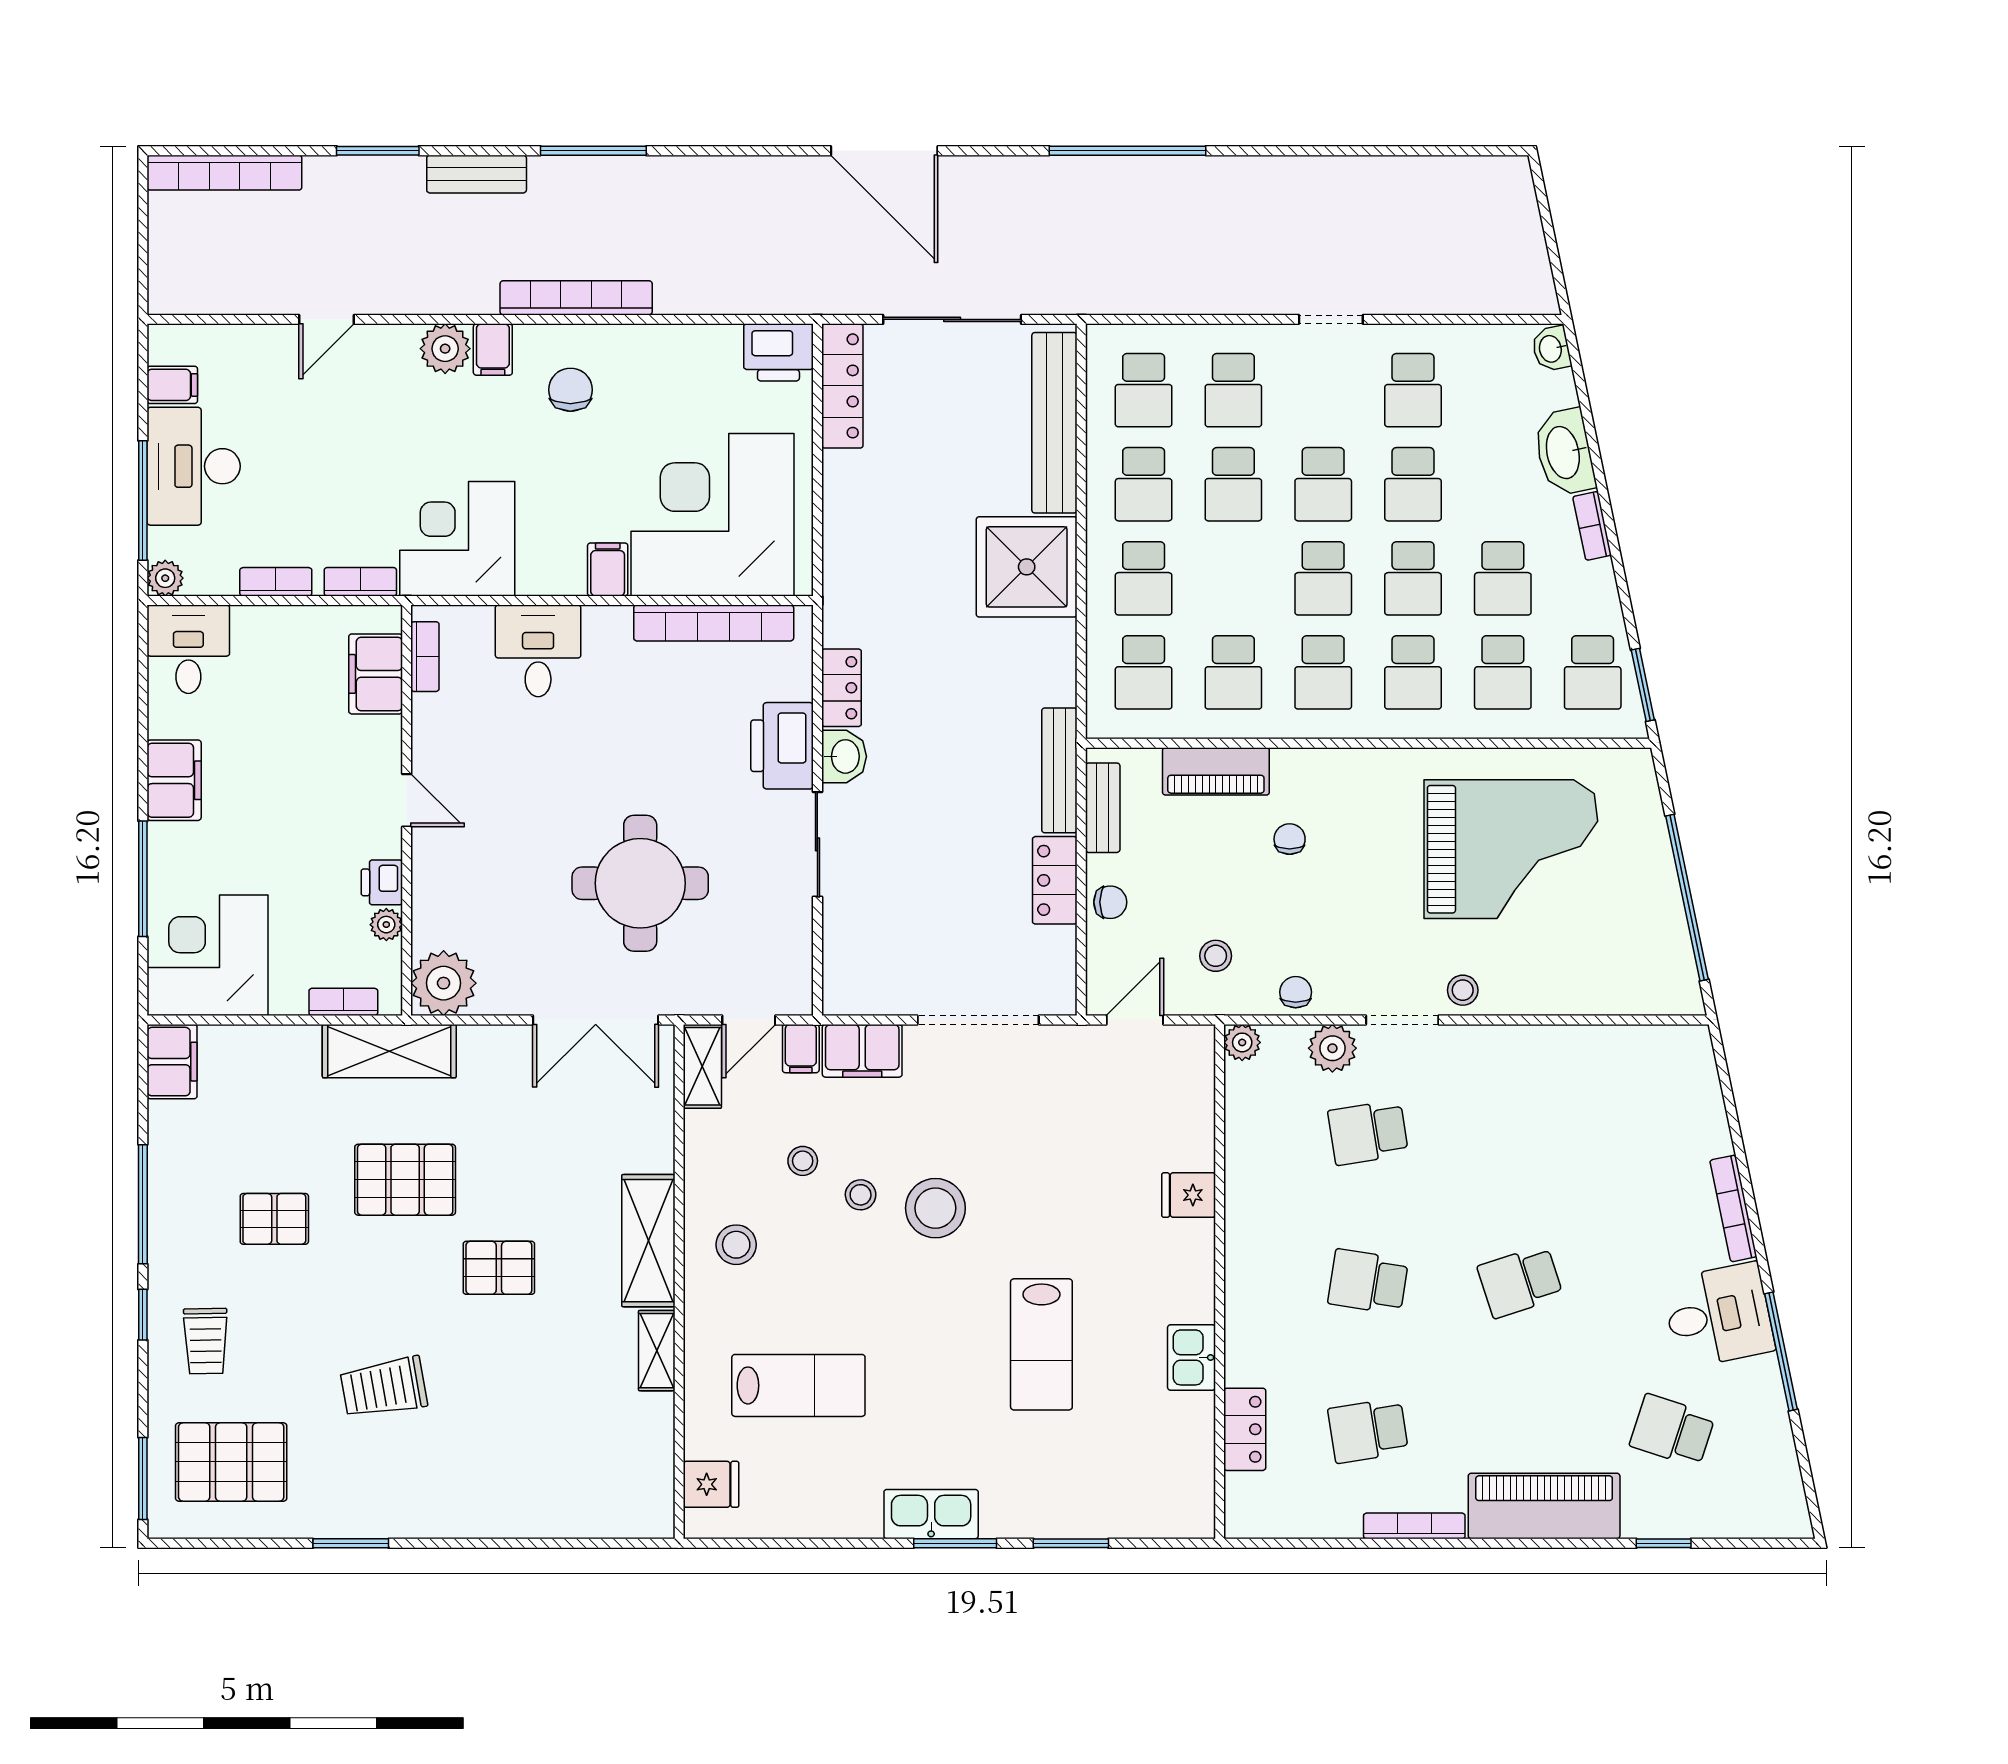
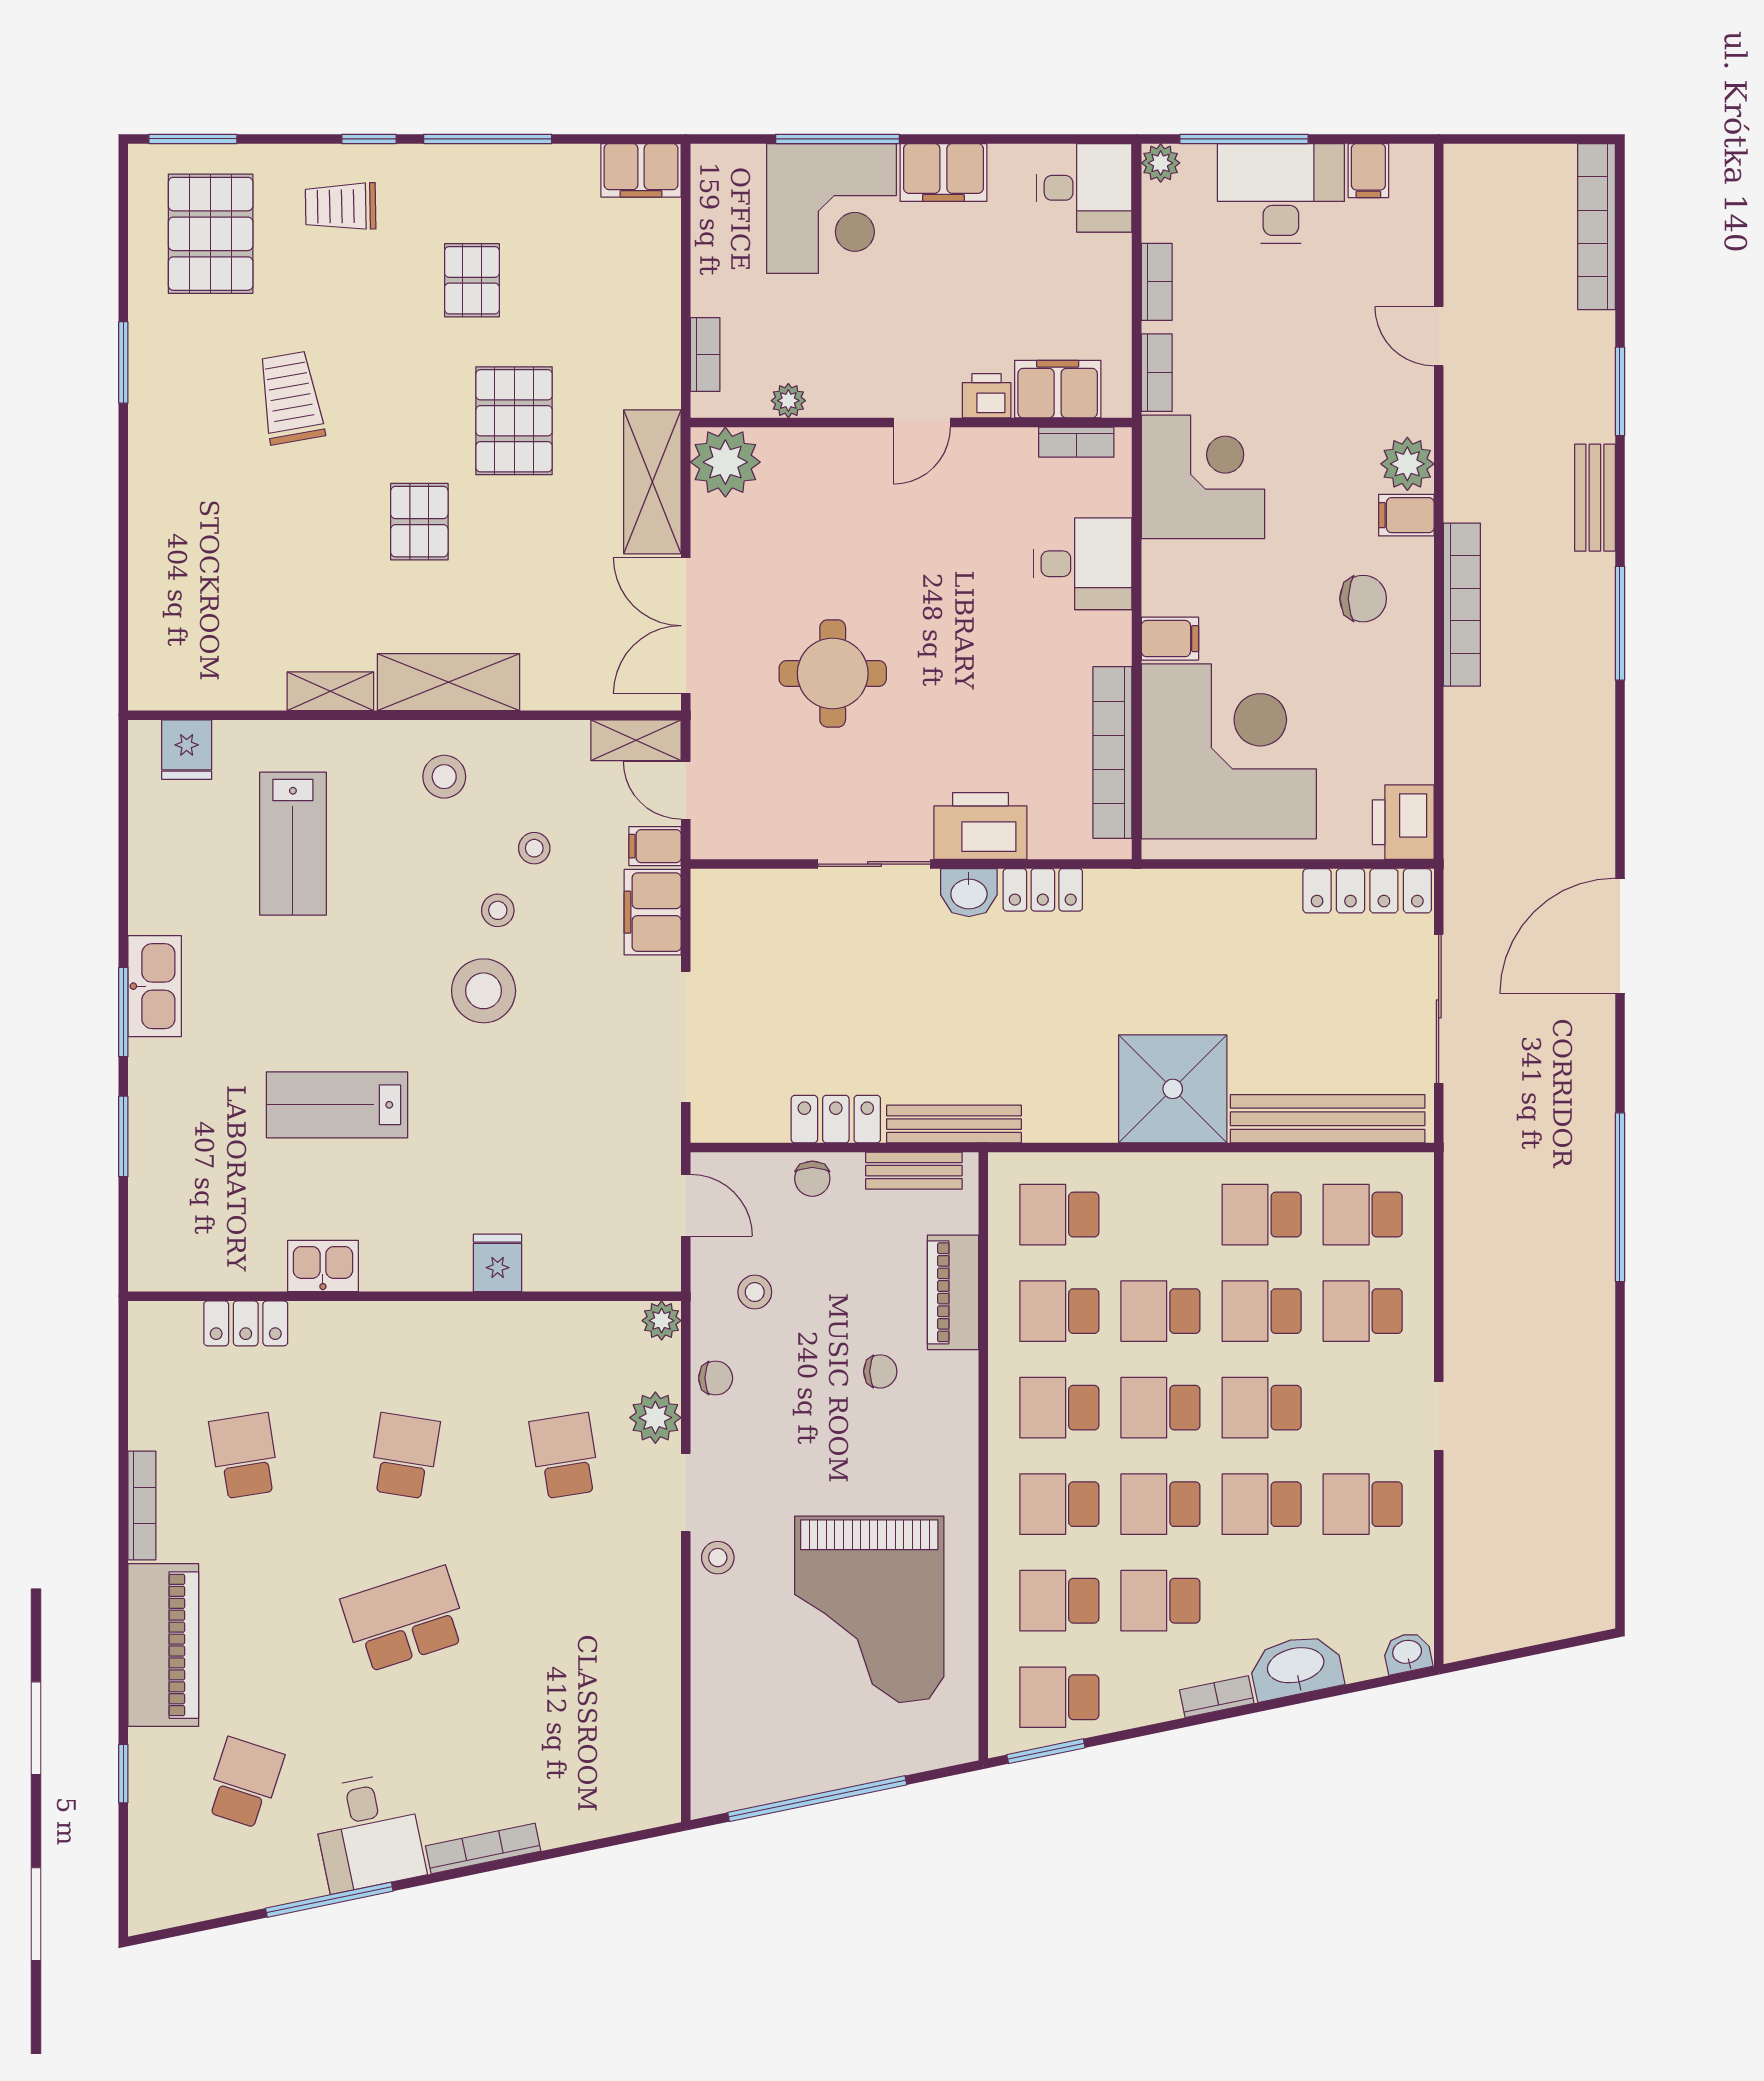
school desk: (1144, 578) -> (1160, 1311), moved
printer: (382, 882) -> (987, 396), moved
round table: (640, 883) -> (833, 673), width x0.73, depth x0.73
corner desk: (208, 955) -> (831, 209), moved, turned 90
shelving: (389, 1051) -> (652, 482), moved
school desk: (1520, 1282) -> (405, 1619), width x1.85

